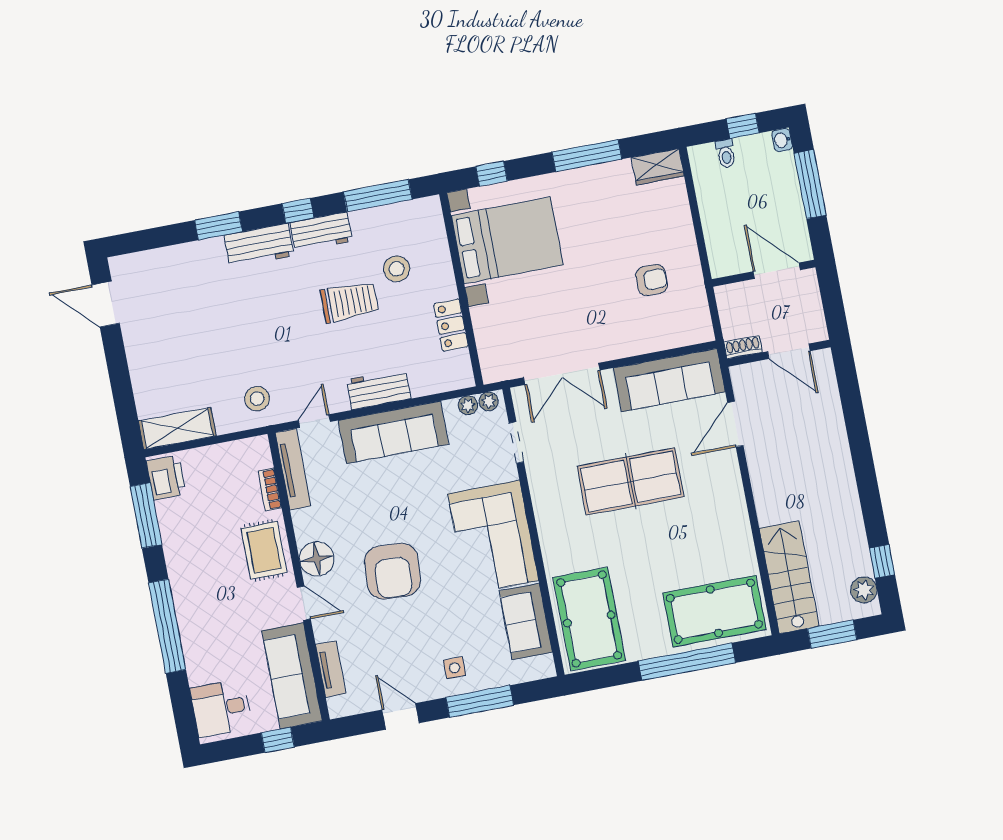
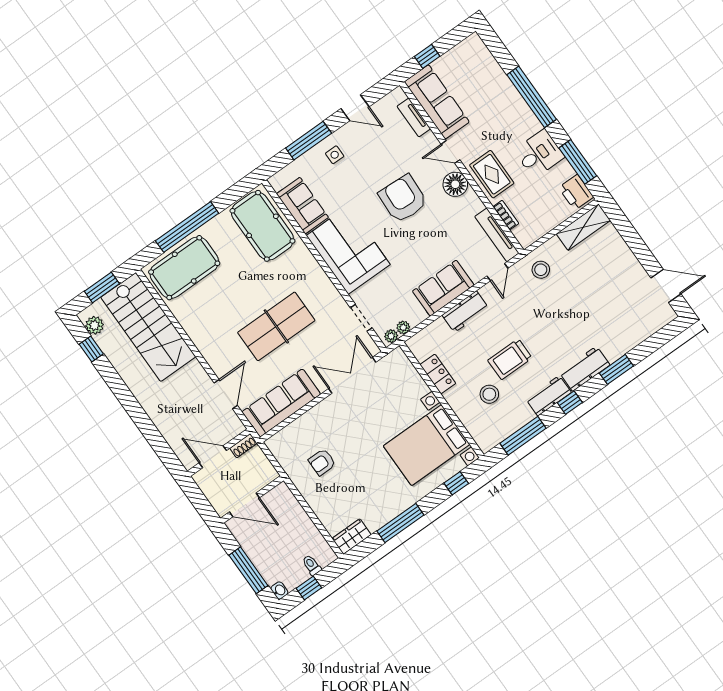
sofa: (393, 432) -> (443, 288), width x0.73
stairs: (789, 577) -> (148, 327), width x1.36, depth x1.51
desk: (221, 708) -> (539, 154), moved

